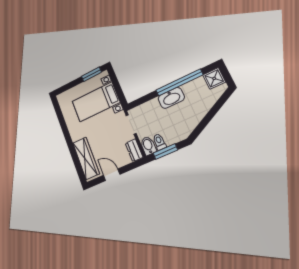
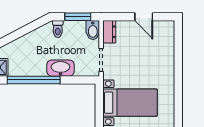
washbasin: (171, 98) -> (60, 68), moved
toilet: (159, 142) -> (58, 29), moved
wardrobe: (86, 158) -> (166, 46), removed

